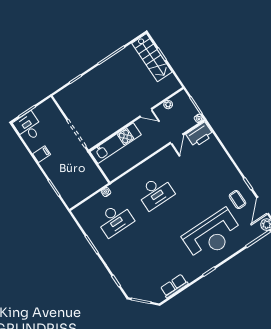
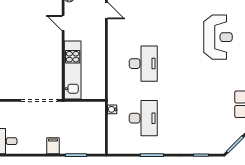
door: (146, 113) -> (63, 23), swing flipped
filing cabinet: (42, 154) -> (53, 146), moved
reception desk: (212, 235) -> (218, 37), width x0.74, depth x0.77

